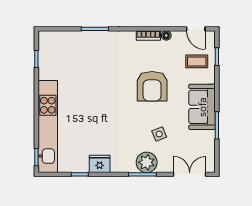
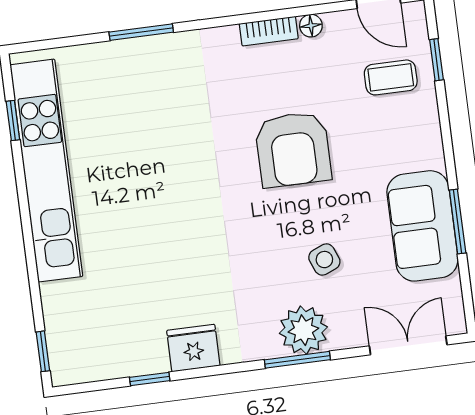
sofa: (202, 107) -> (422, 226), moved
kitchen unit: (48, 127) -> (46, 171), moved

